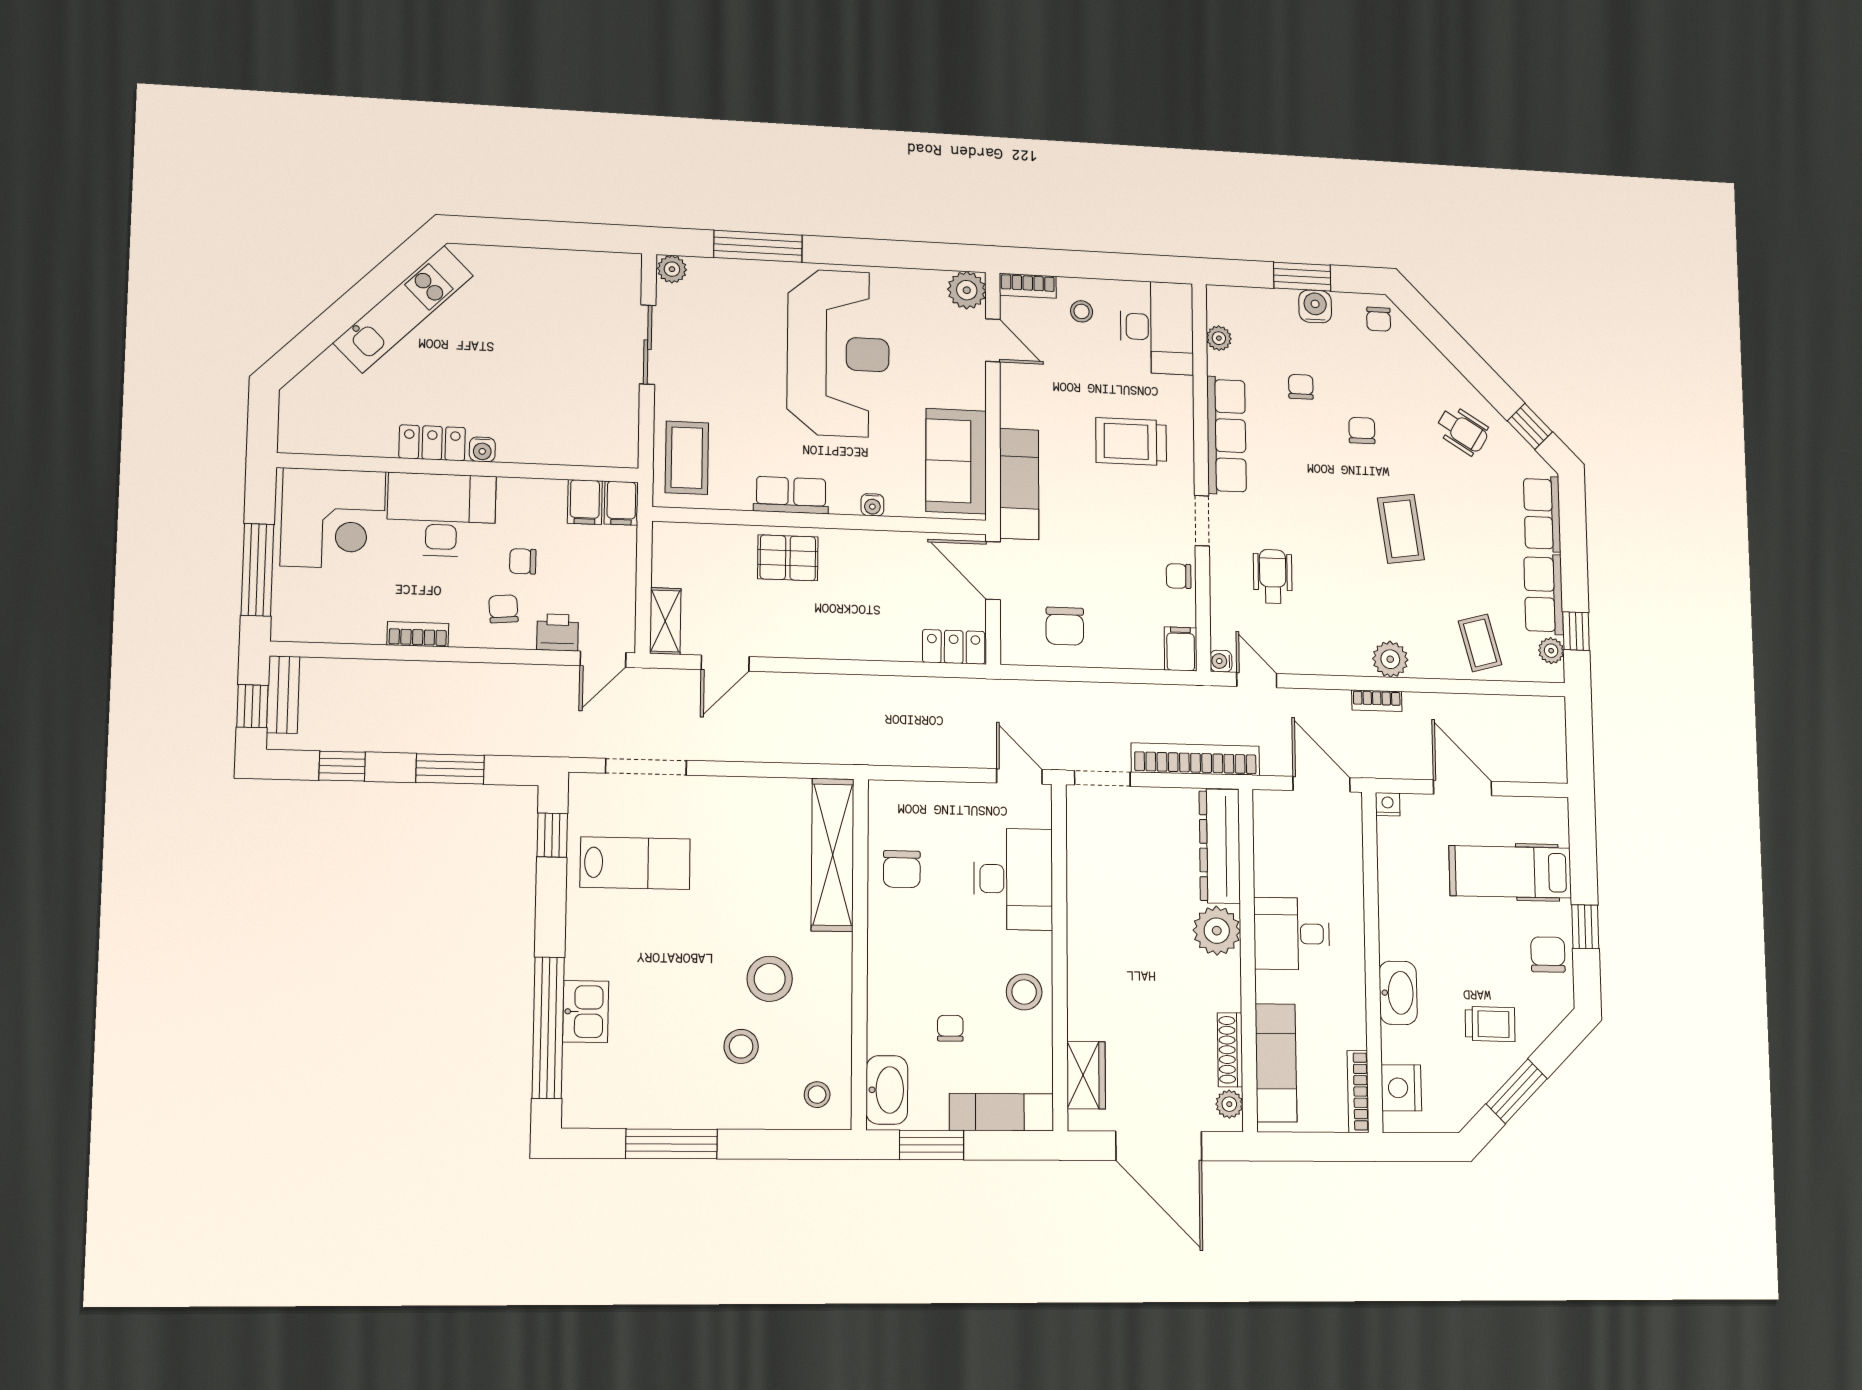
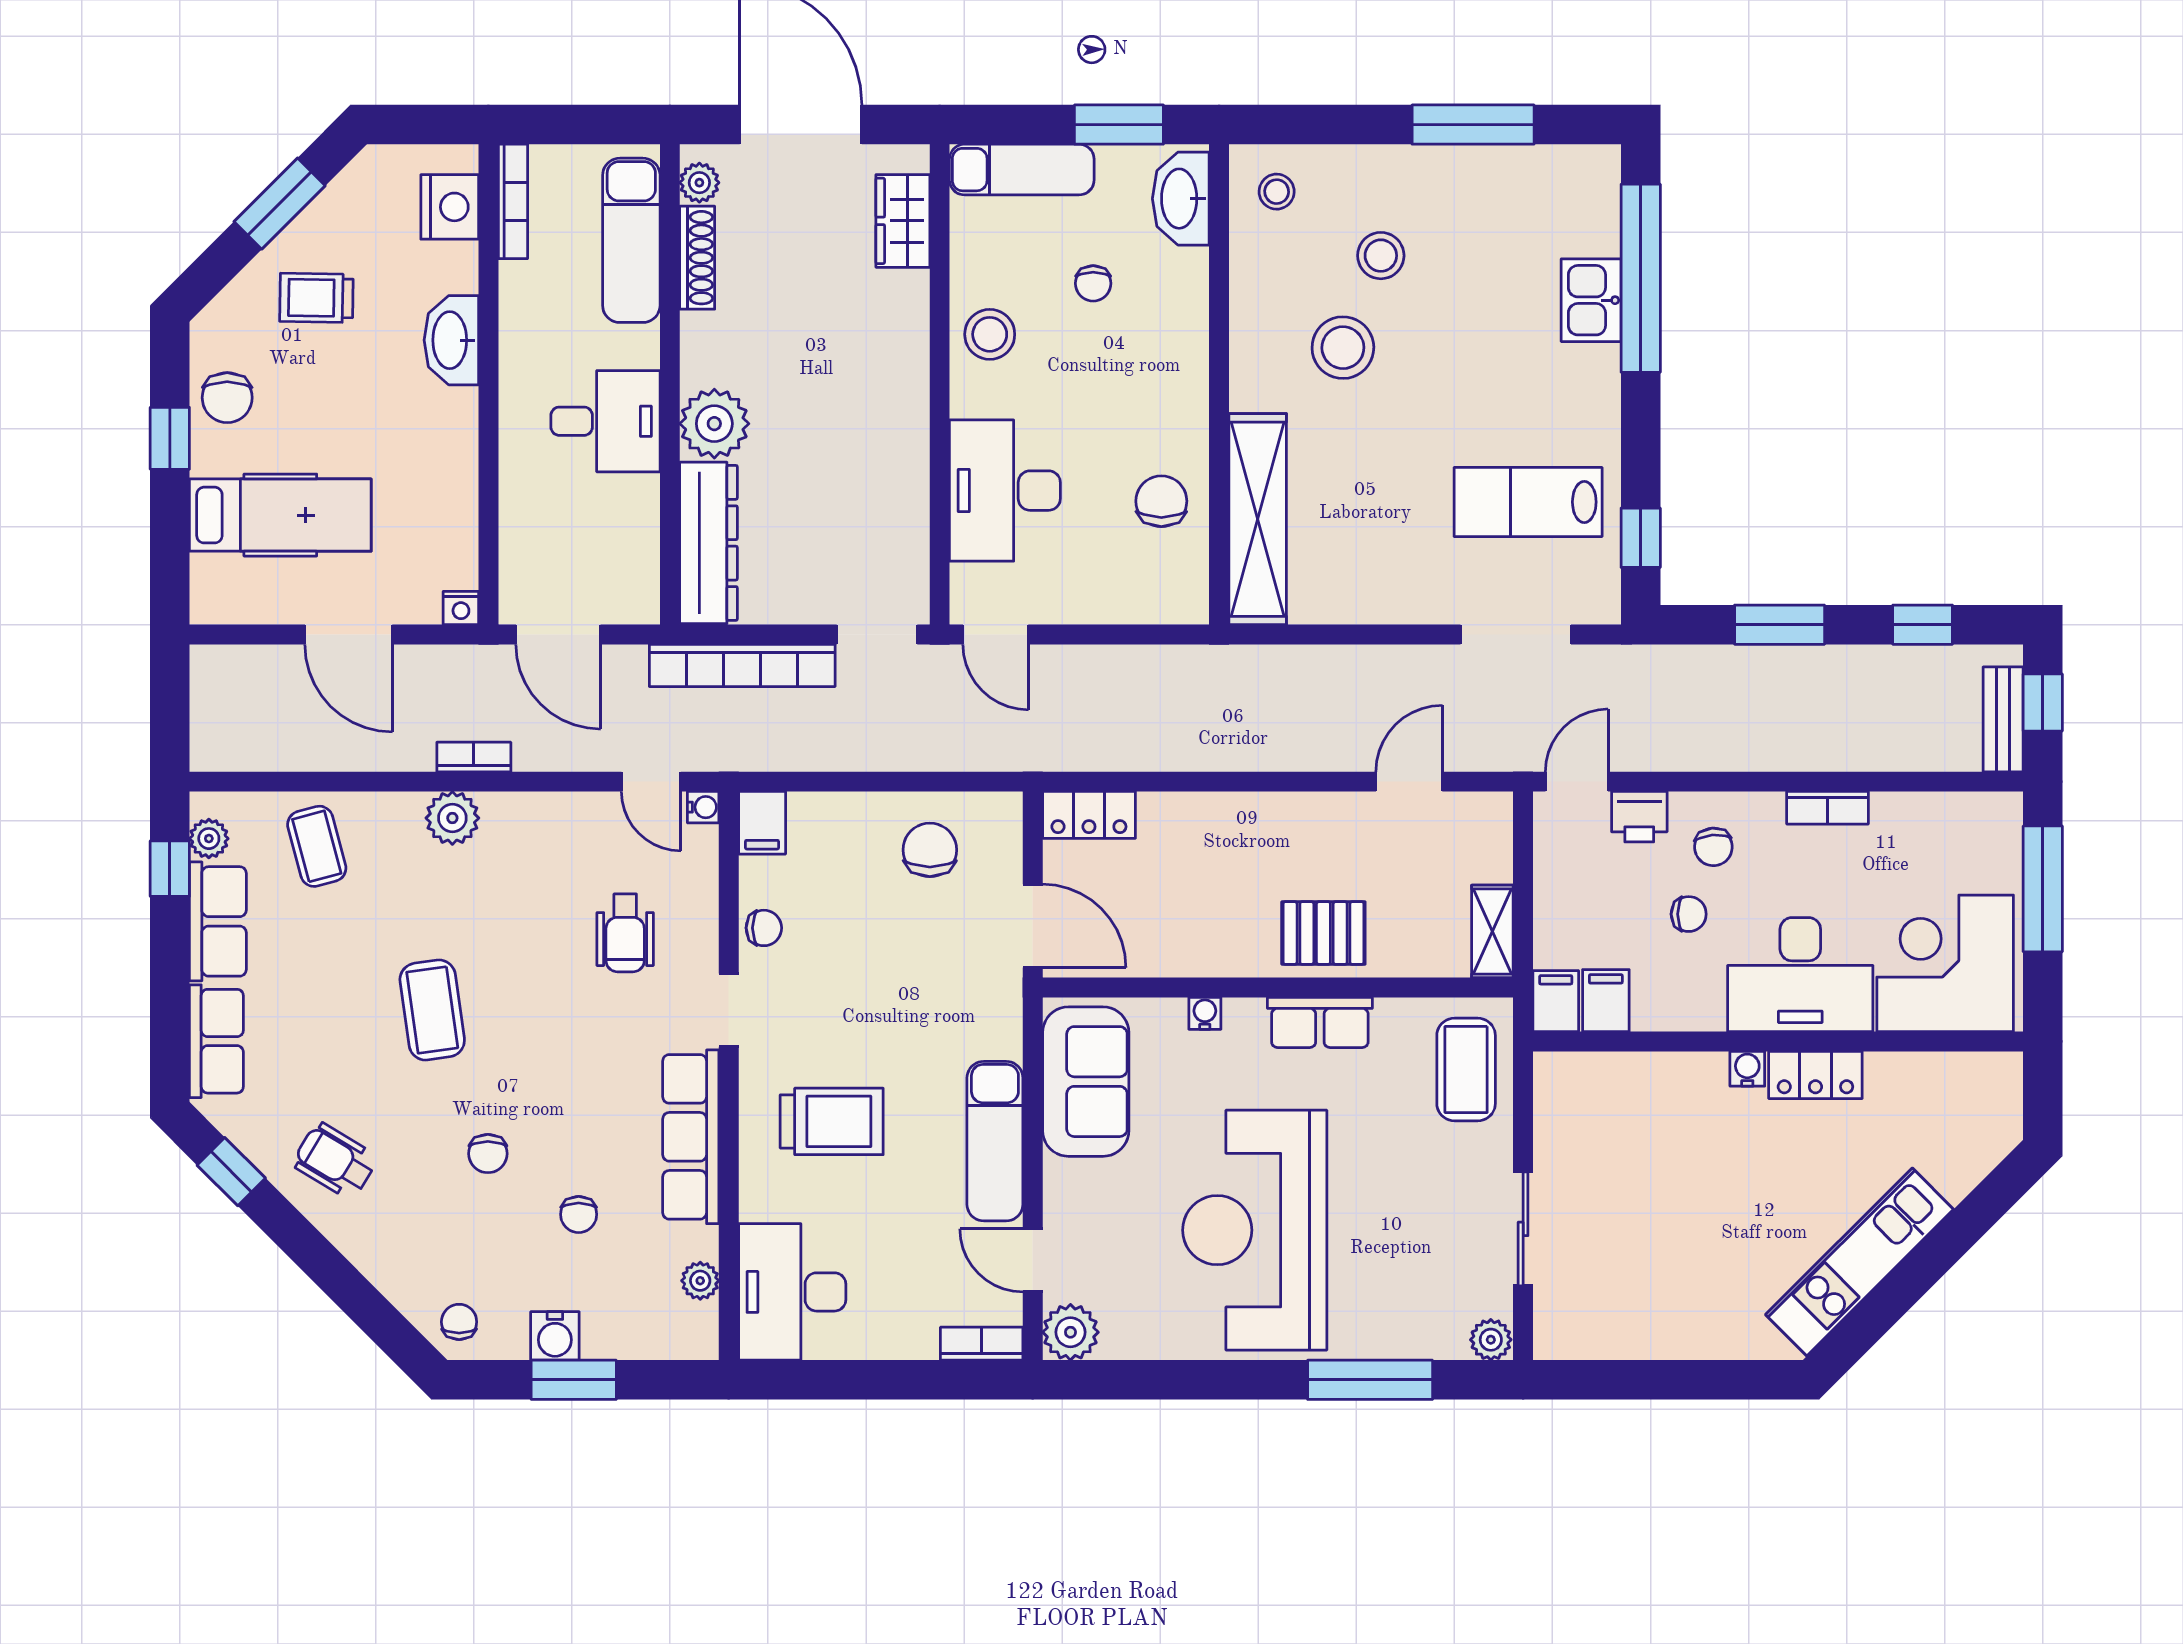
stool: (1082, 311) -> (903, 1310), removed
exam couch: (1019, 484) -> (995, 1141), moved
shelving: (665, 621) -> (1492, 931), moved

